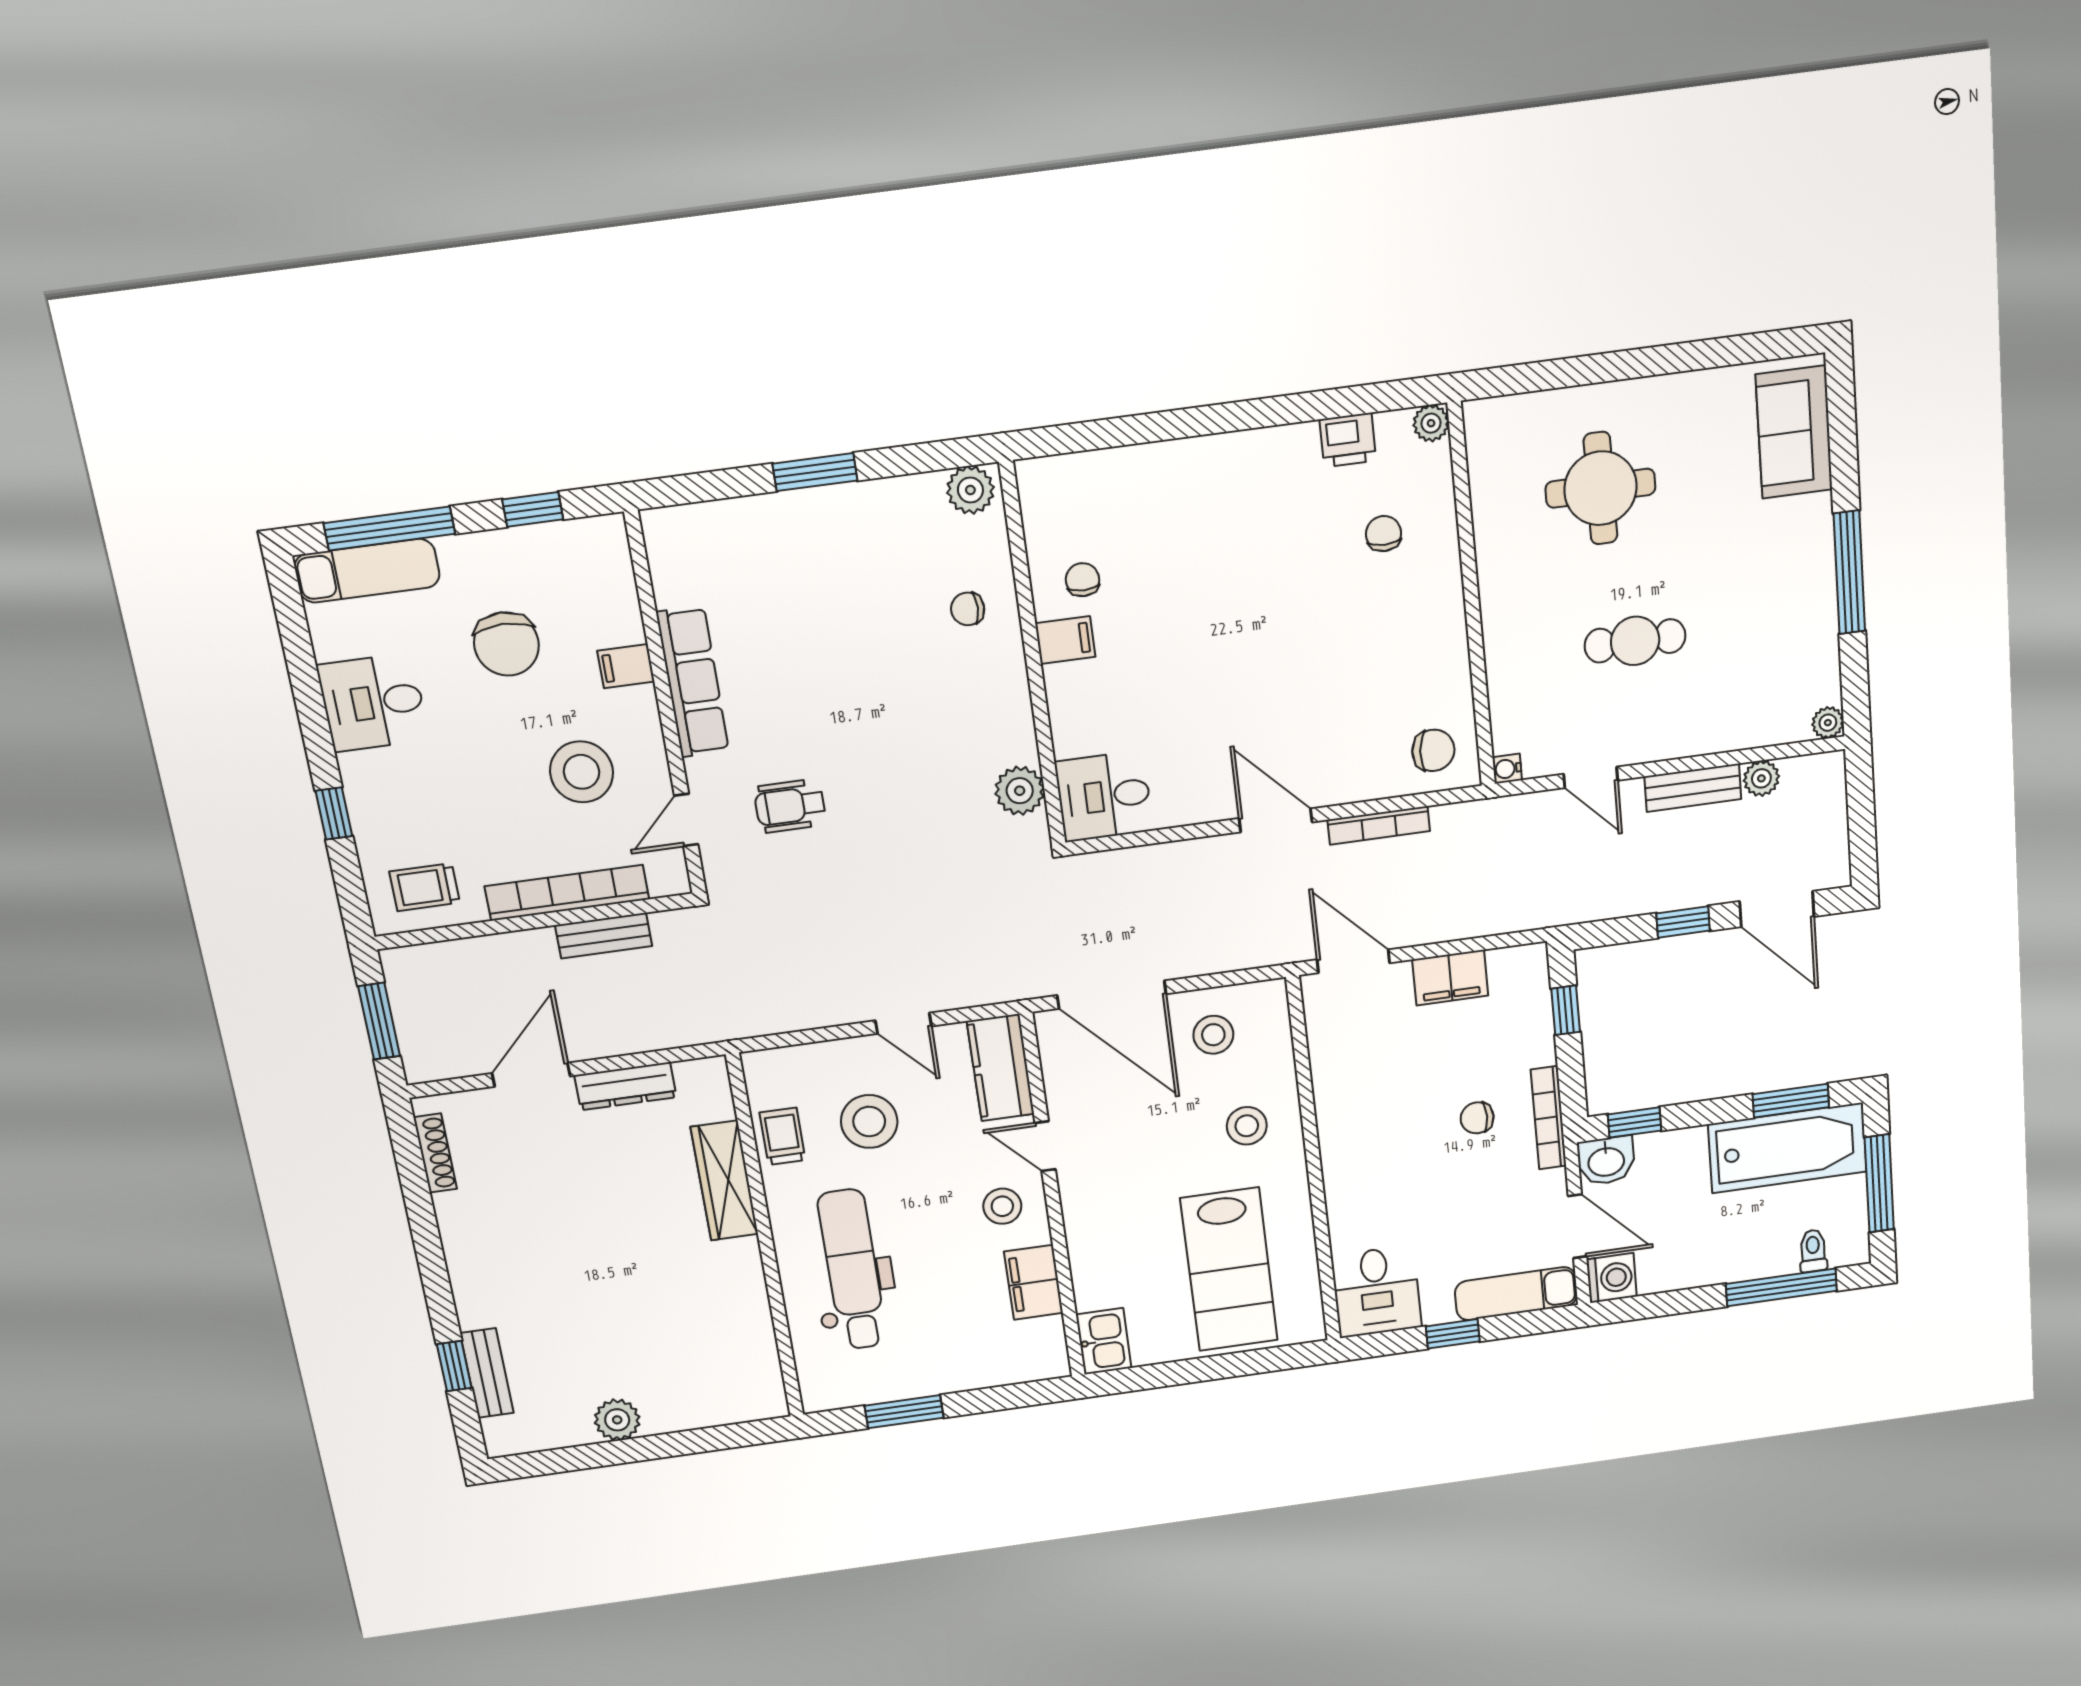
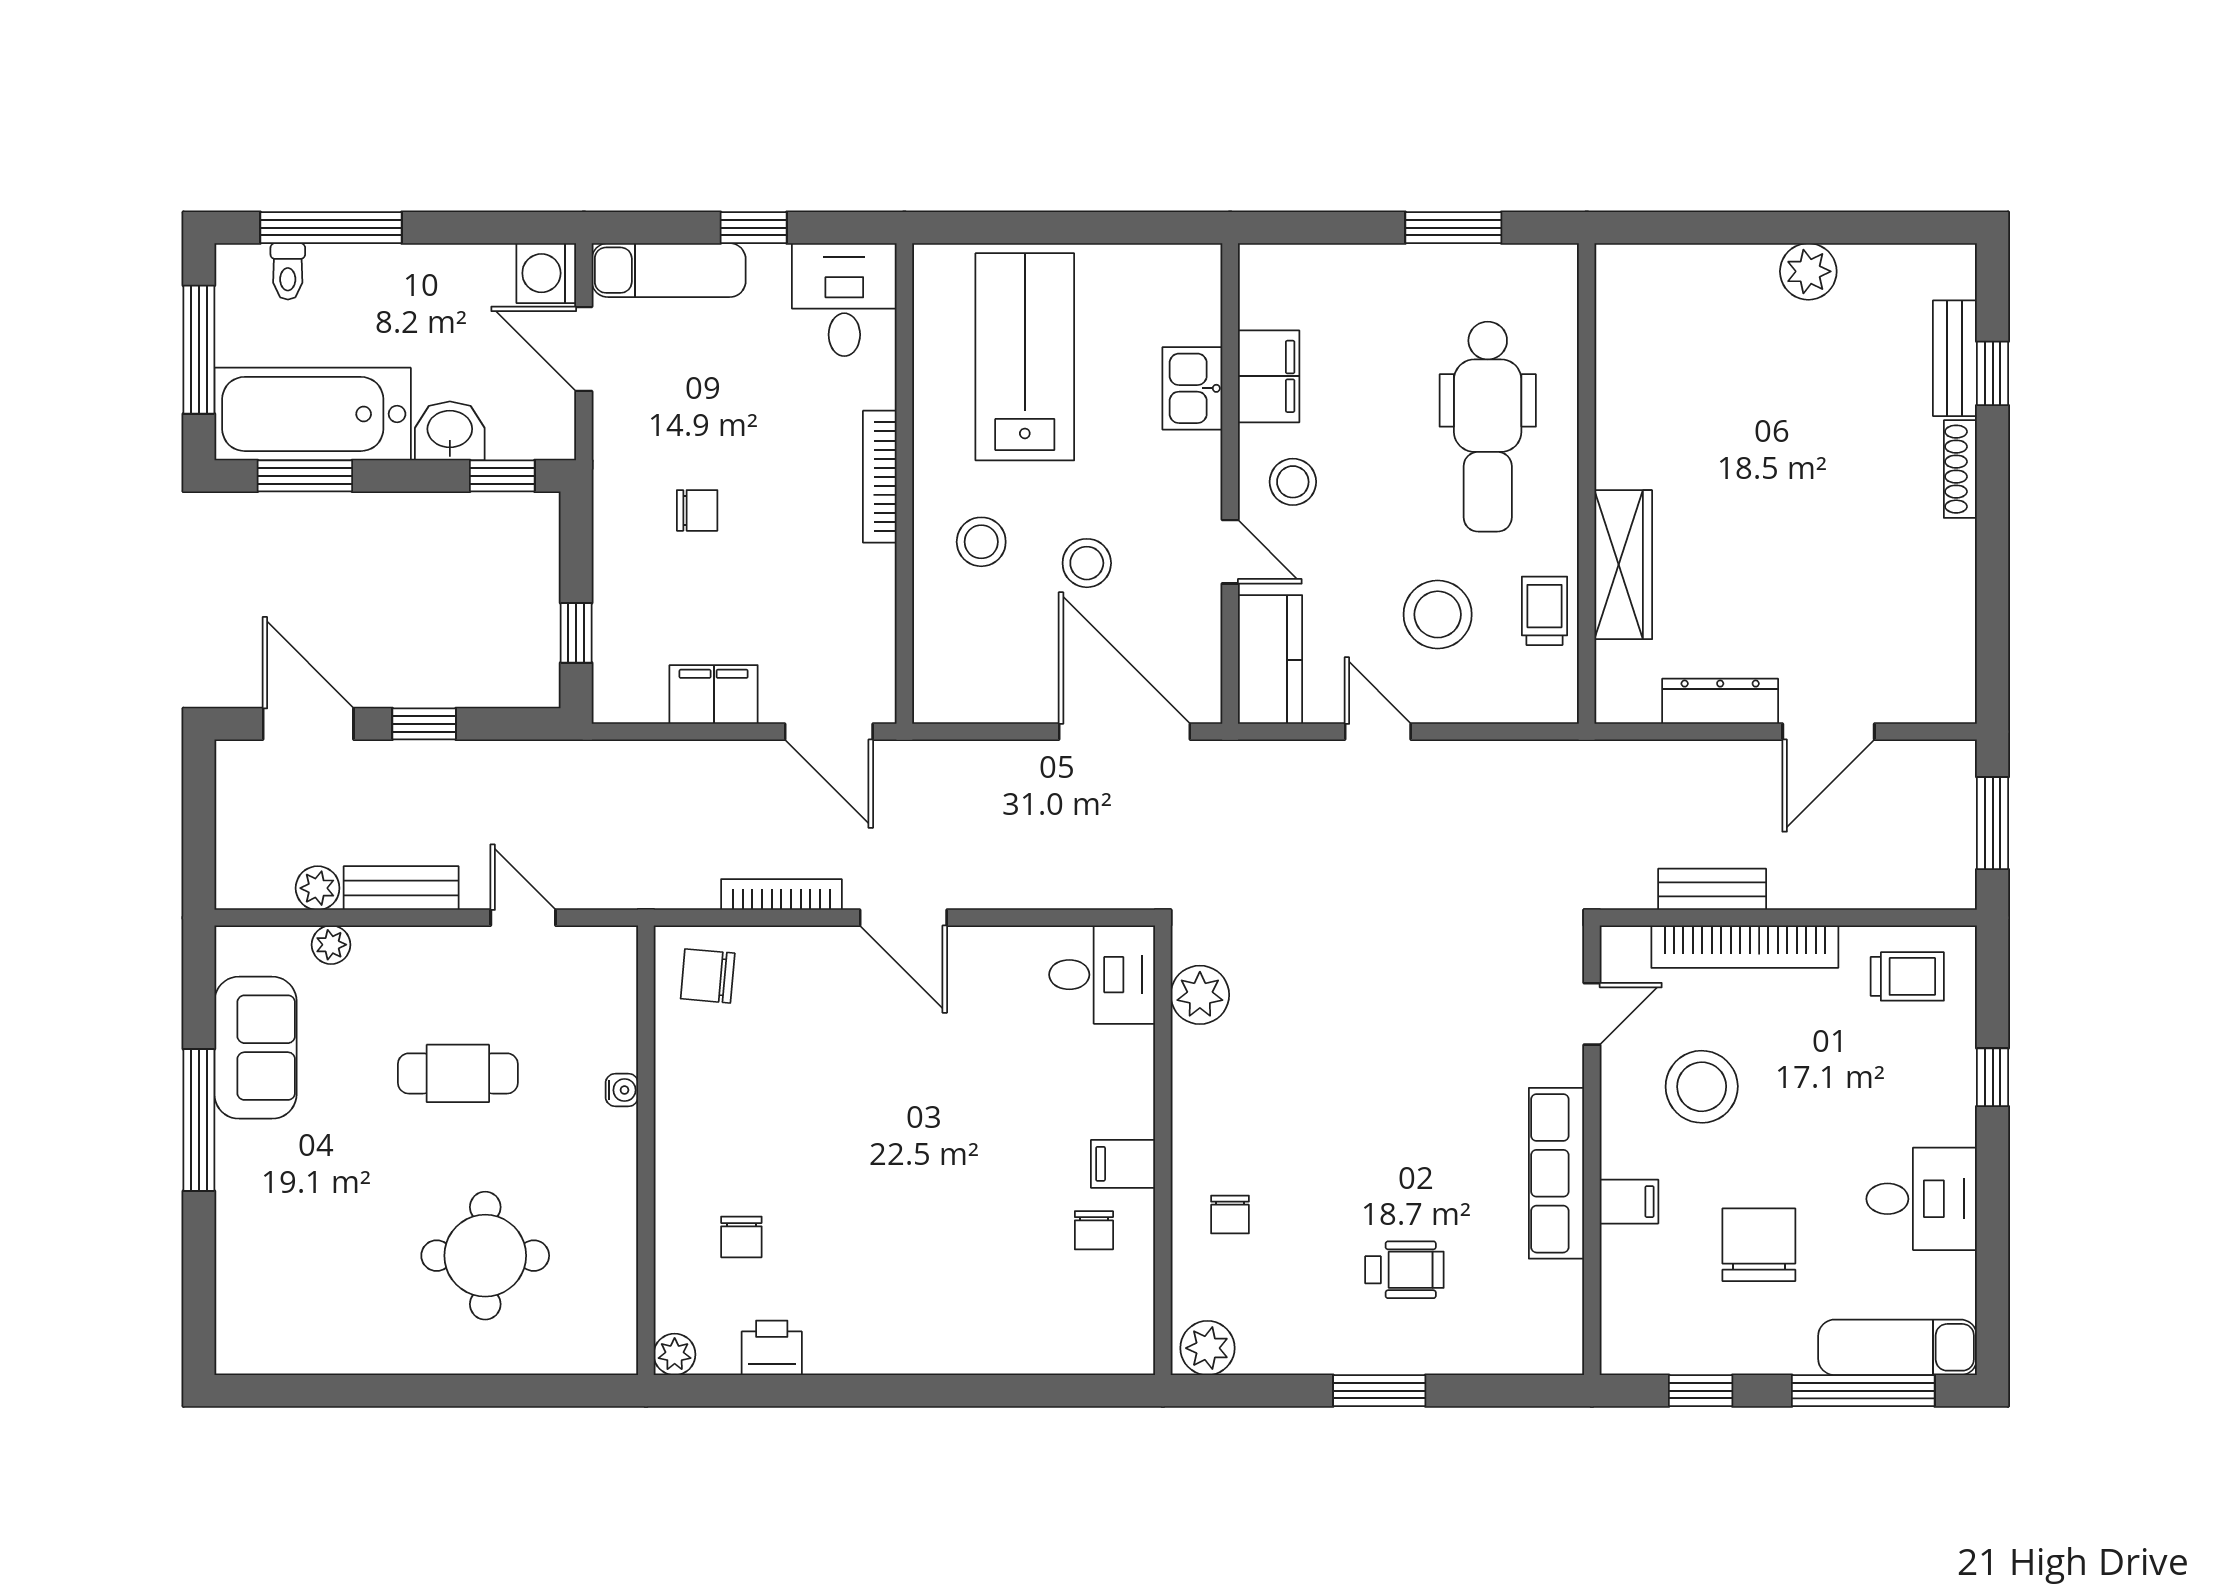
sofa: (1794, 432) -> (255, 1048), moved
chair: (968, 609) -> (1230, 1215), turned 90
plant: (1828, 723) -> (331, 945), moved
water cooler: (1507, 769) -> (622, 1090), moved
wheelchair: (790, 806) -> (1404, 1270), moved
stool: (1213, 1035) -> (1087, 563), moved
bookcase: (1549, 1118) -> (880, 477), moved, turned 180
trolley: (782, 1136) -> (1544, 611), turned 180
shoe rack: (435, 1153) -> (1960, 469), moved
washbasin: (1606, 1161) -> (450, 431), moved
kitchen sink: (1104, 1341) -> (1192, 388), moved

